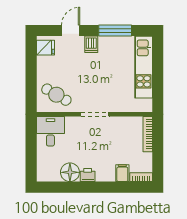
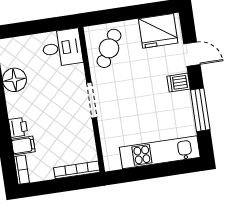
fridge: (45, 48) -> (158, 31), width x1.88, depth x1.34
printer: (88, 175) -> (18, 127), moved

